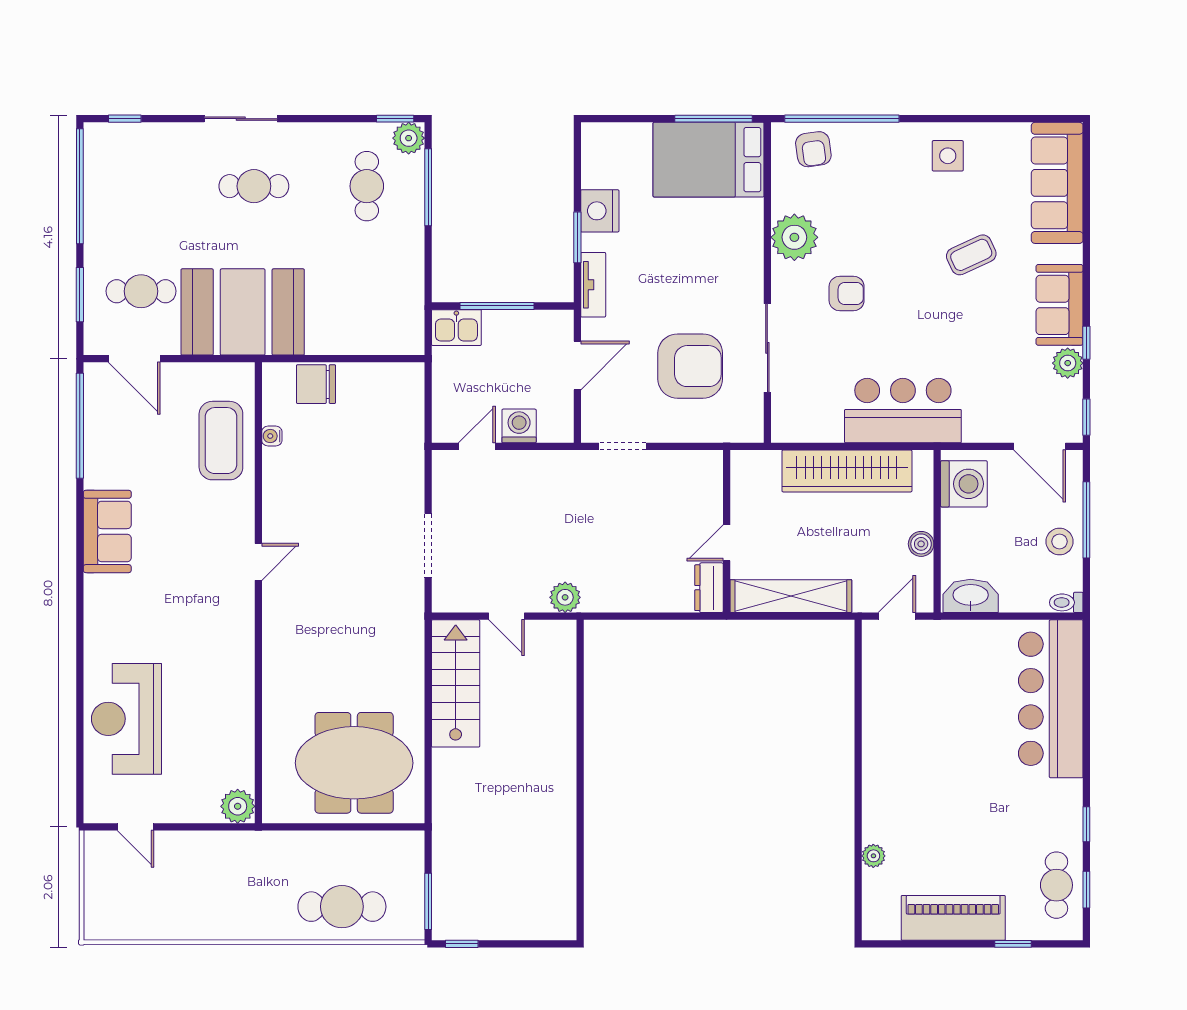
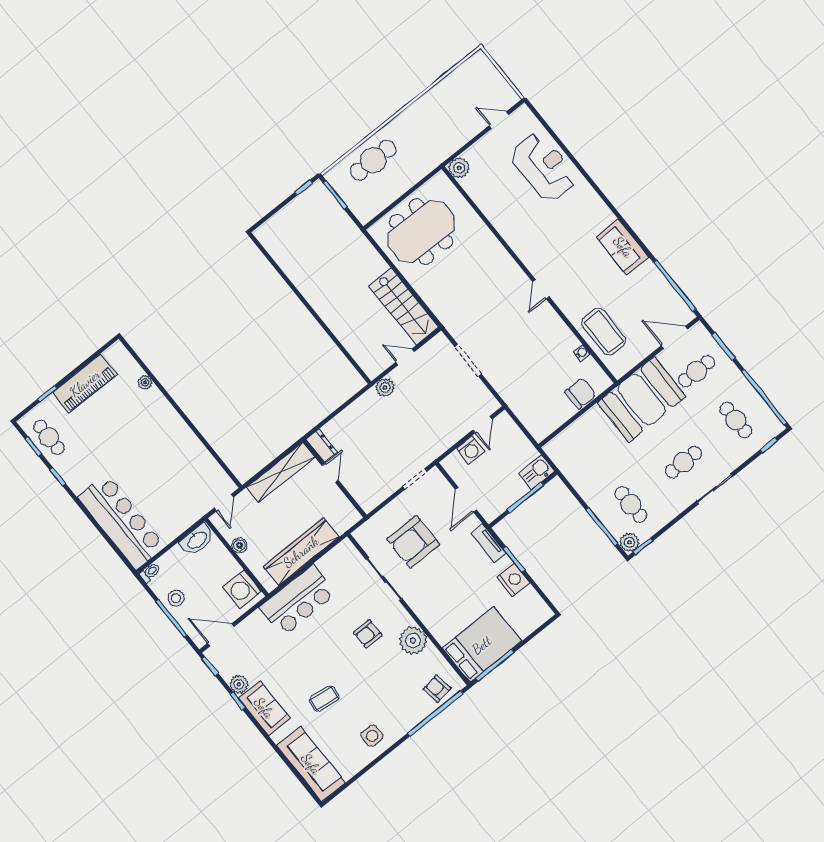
cafe table: (141, 186) -> (736, 420), added
coffee table: (971, 255) -> (324, 698), turned 32

